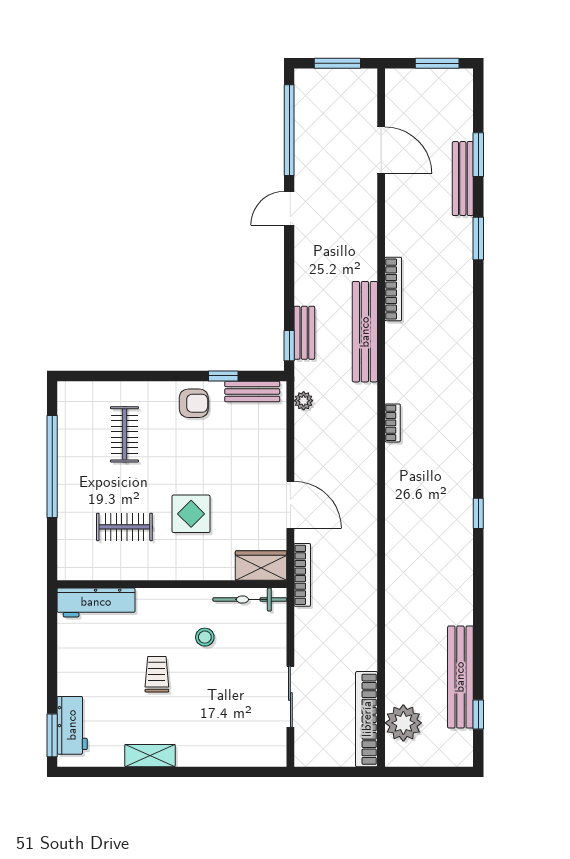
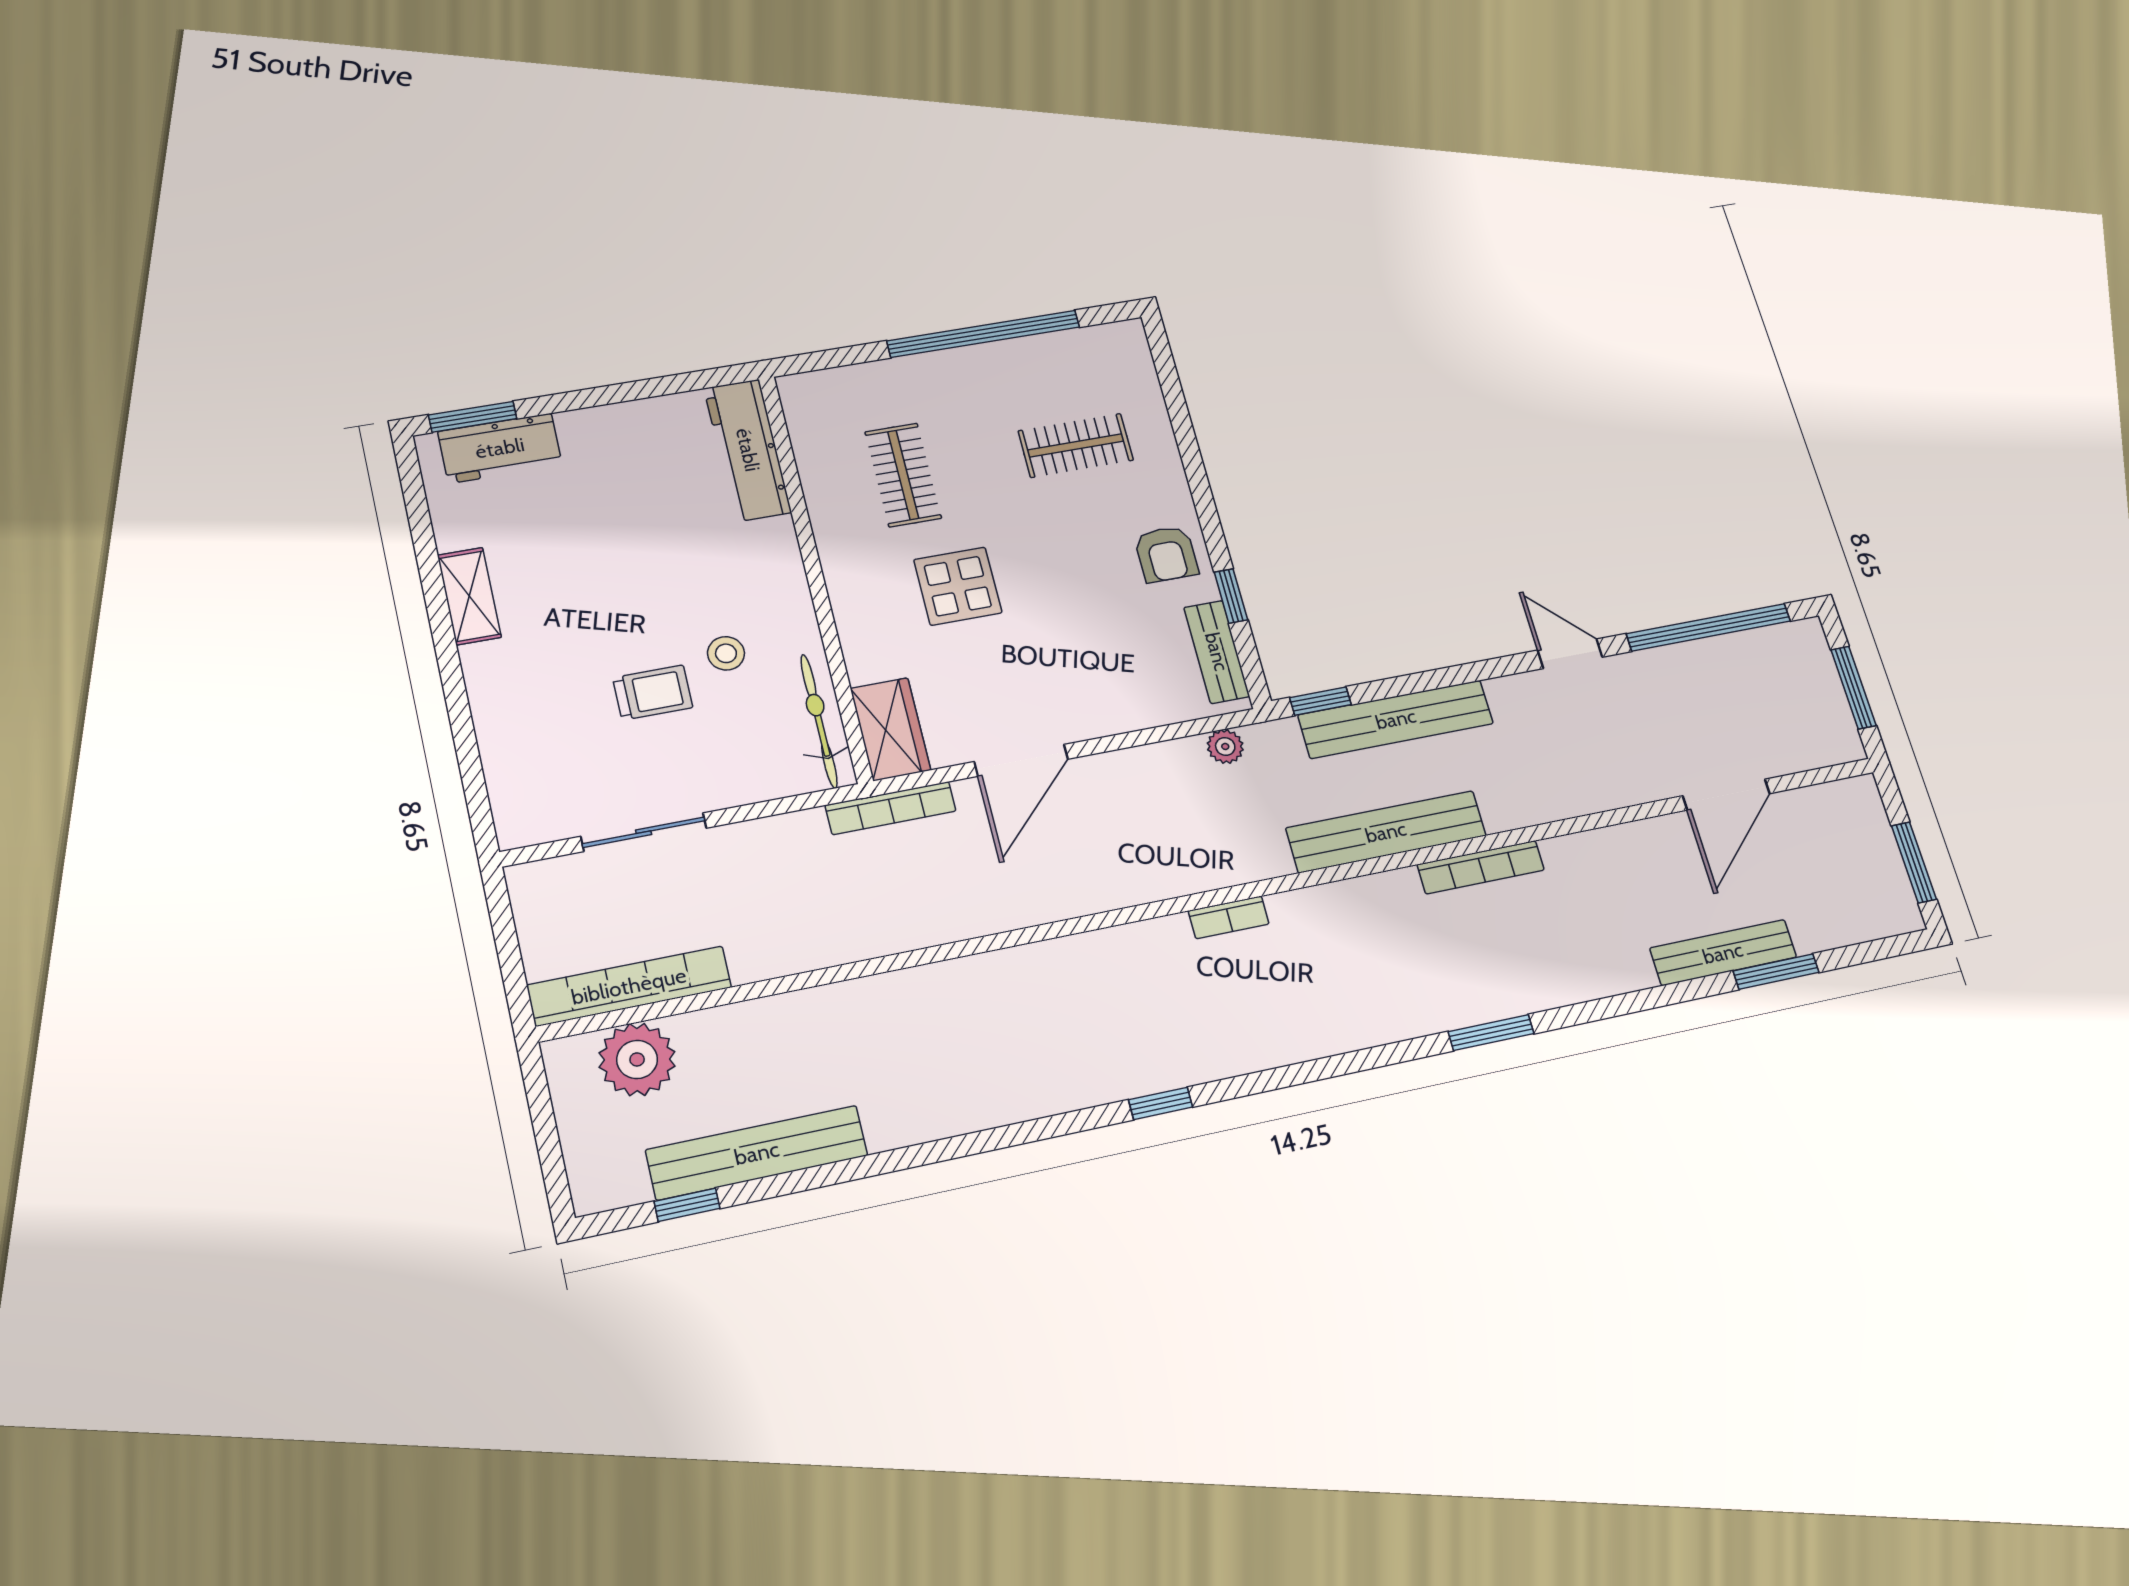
window: (478, 239) -> (1491, 1033), moved
bench: (304, 333) -> (1396, 719), width x1.86, depth x1.21
window: (478, 513) -> (1161, 1103), moved
trolley: (157, 674) -> (653, 693), moved

